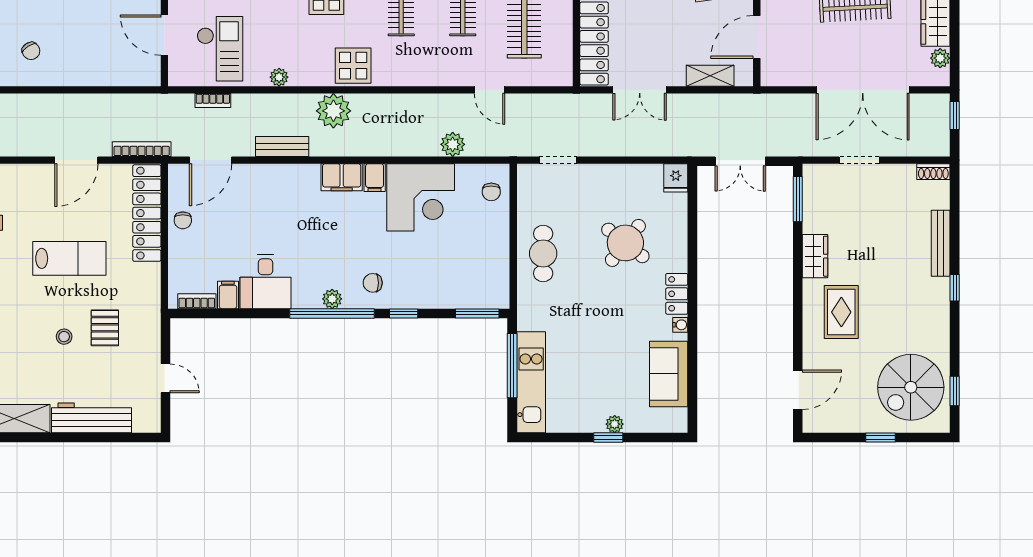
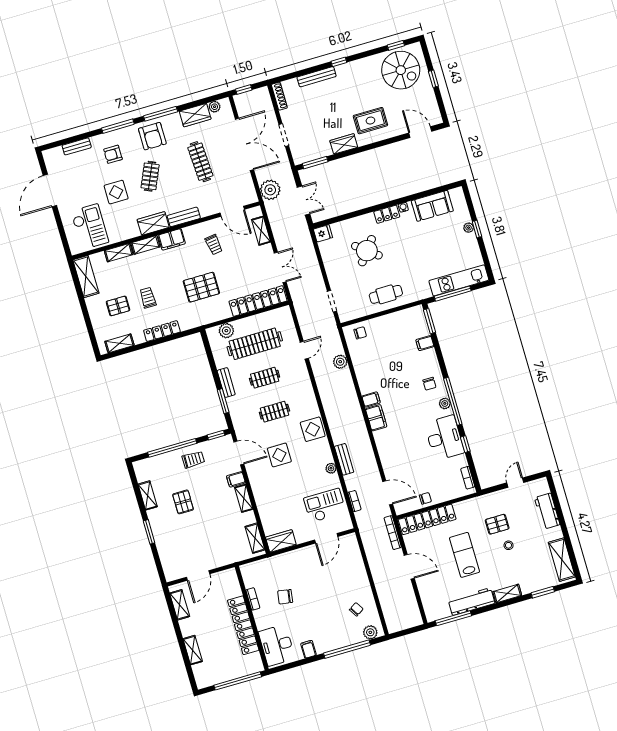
plant: (333, 111) -> (270, 190), moved
bench: (282, 146) -> (344, 459), moved
shoe rack: (933, 172) -> (279, 96), width x1.43
corner desk: (421, 197) -> (375, 371), removed
desk: (265, 281) -> (444, 438), width x1.37
filing cabinet: (228, 295) -> (425, 343), moved
window: (404, 313) -> (465, 444), moved
workbench: (92, 418) -> (547, 511), width x0.73

